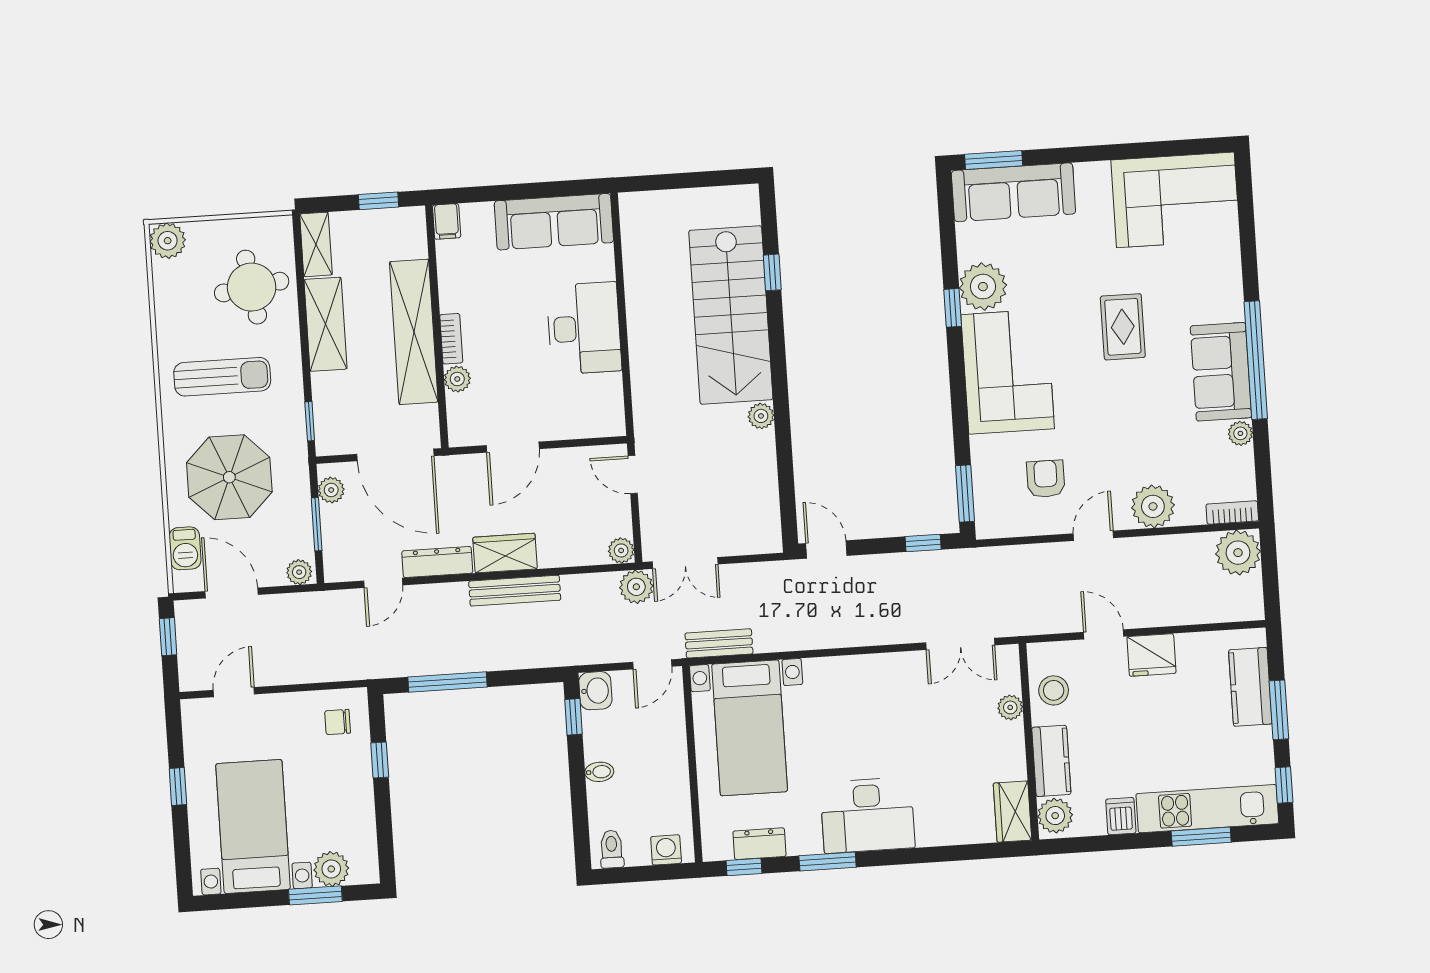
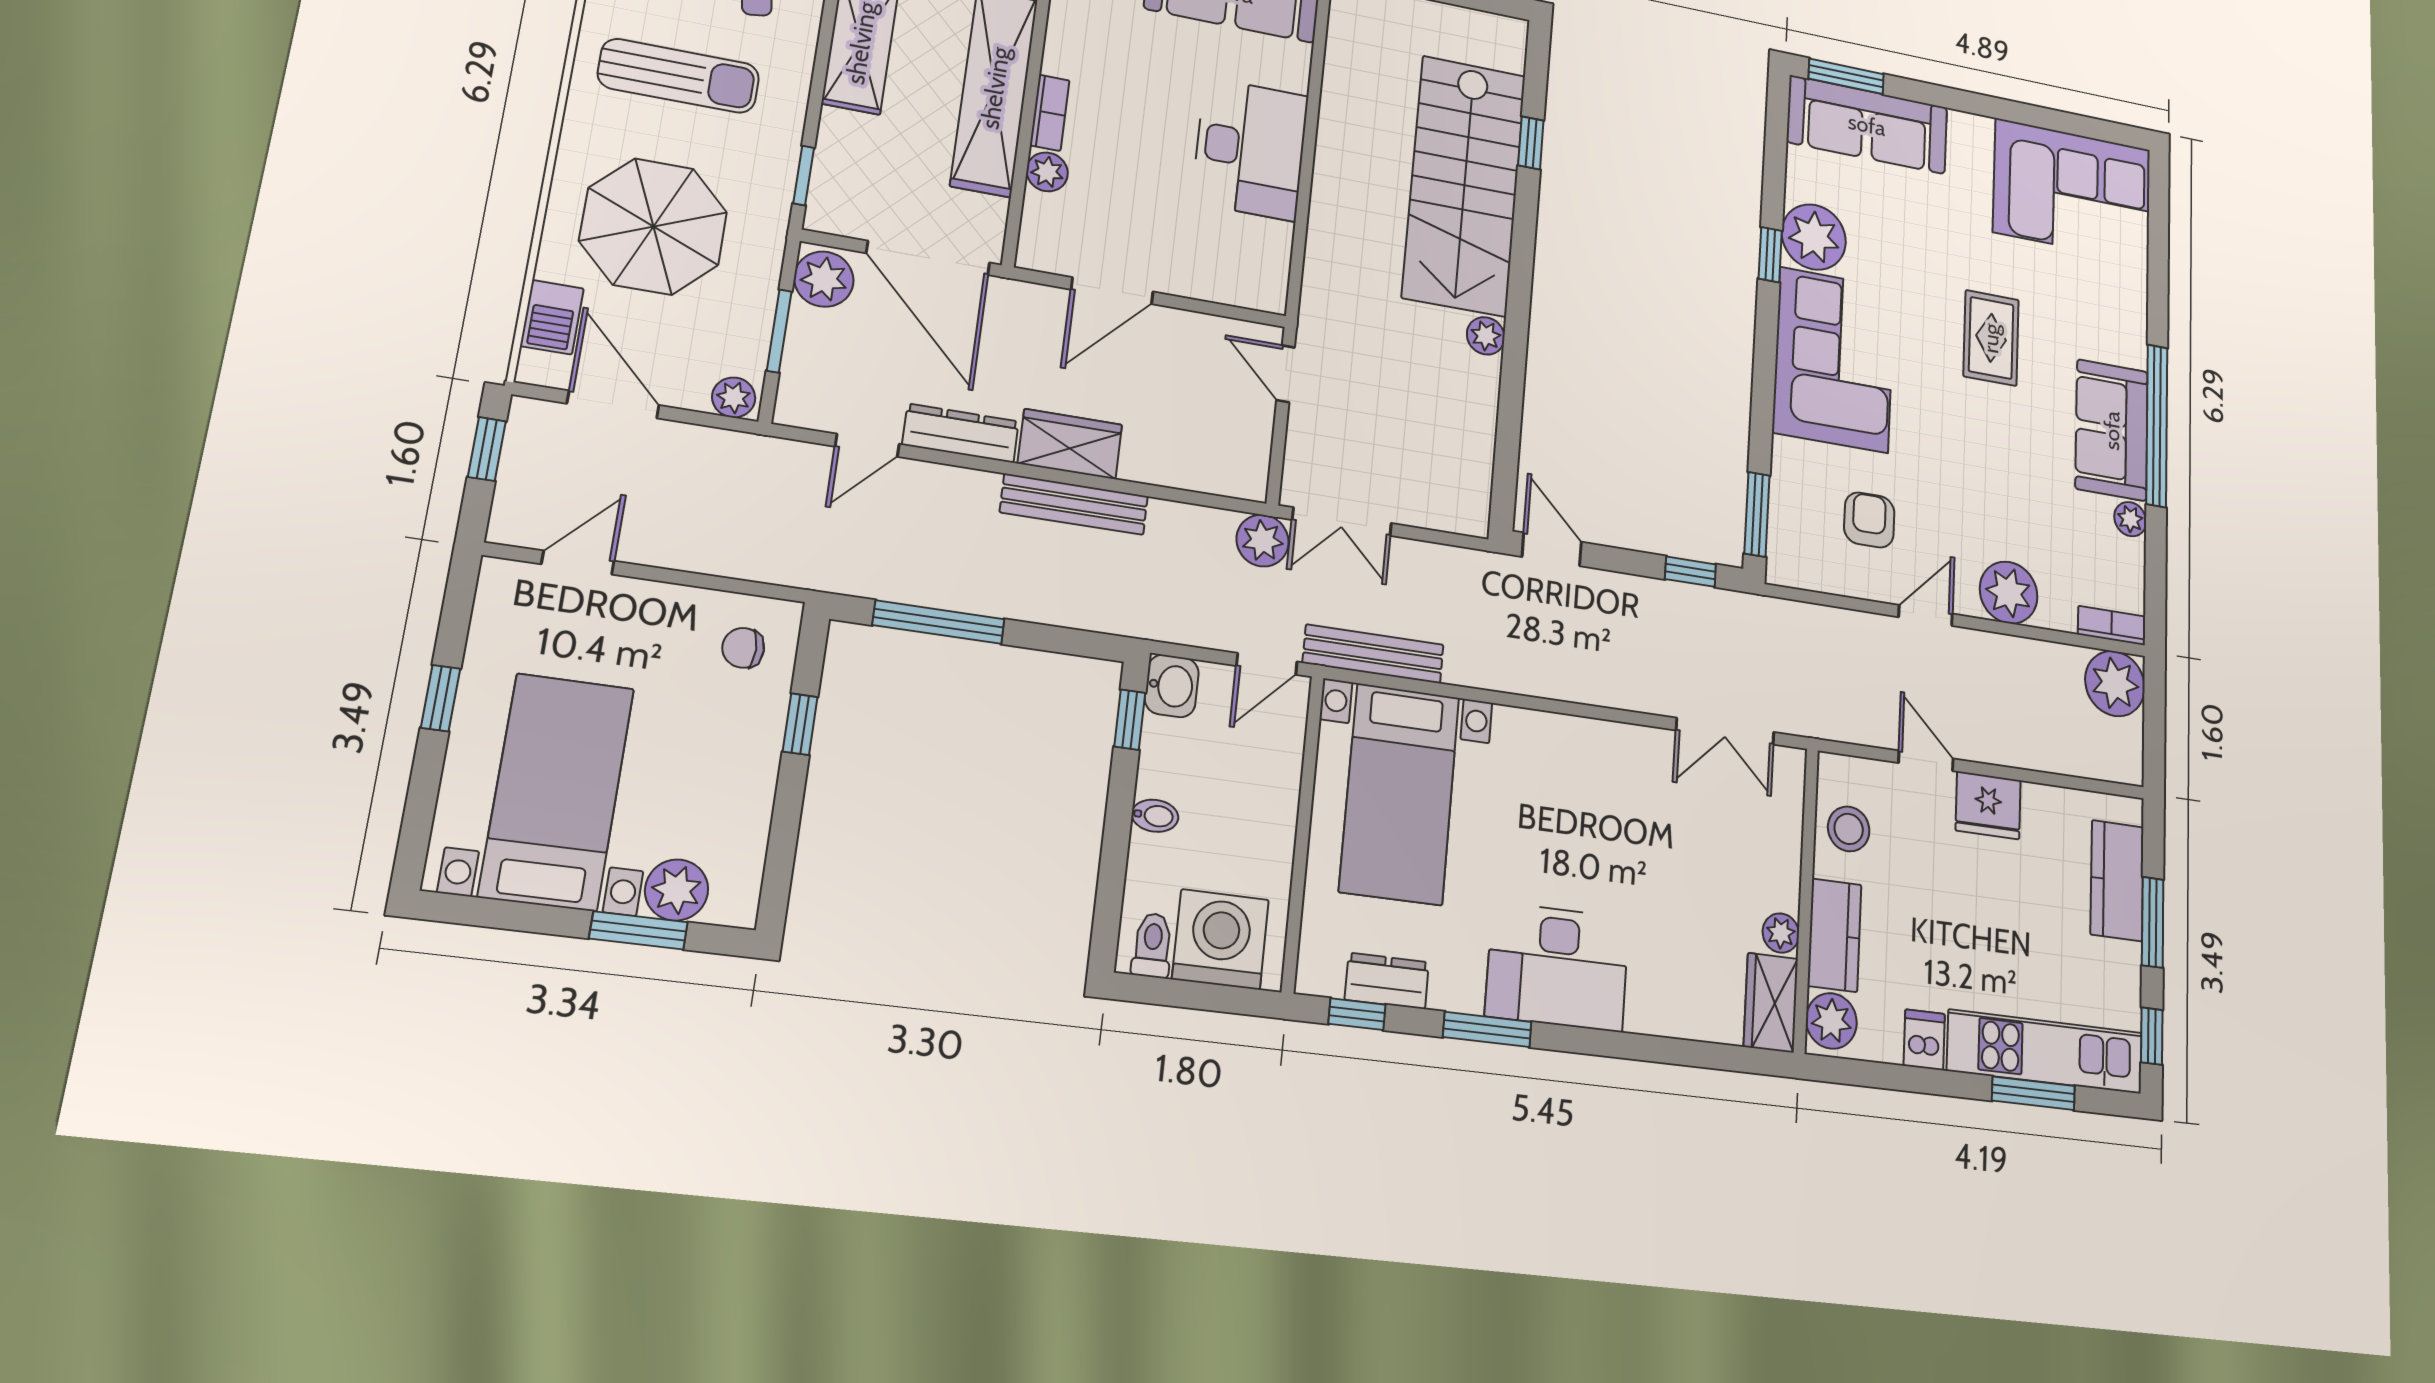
plant: (331, 490) -> (824, 279), width x1.38, depth x1.38
plant: (621, 550) -> (1249, 481), removed
bench: (719, 643) -> (1373, 654), width x1.36
plant: (1010, 707) -> (1781, 933), moved
washing machine: (666, 850) -> (1221, 939), width x1.89, depth x1.89

